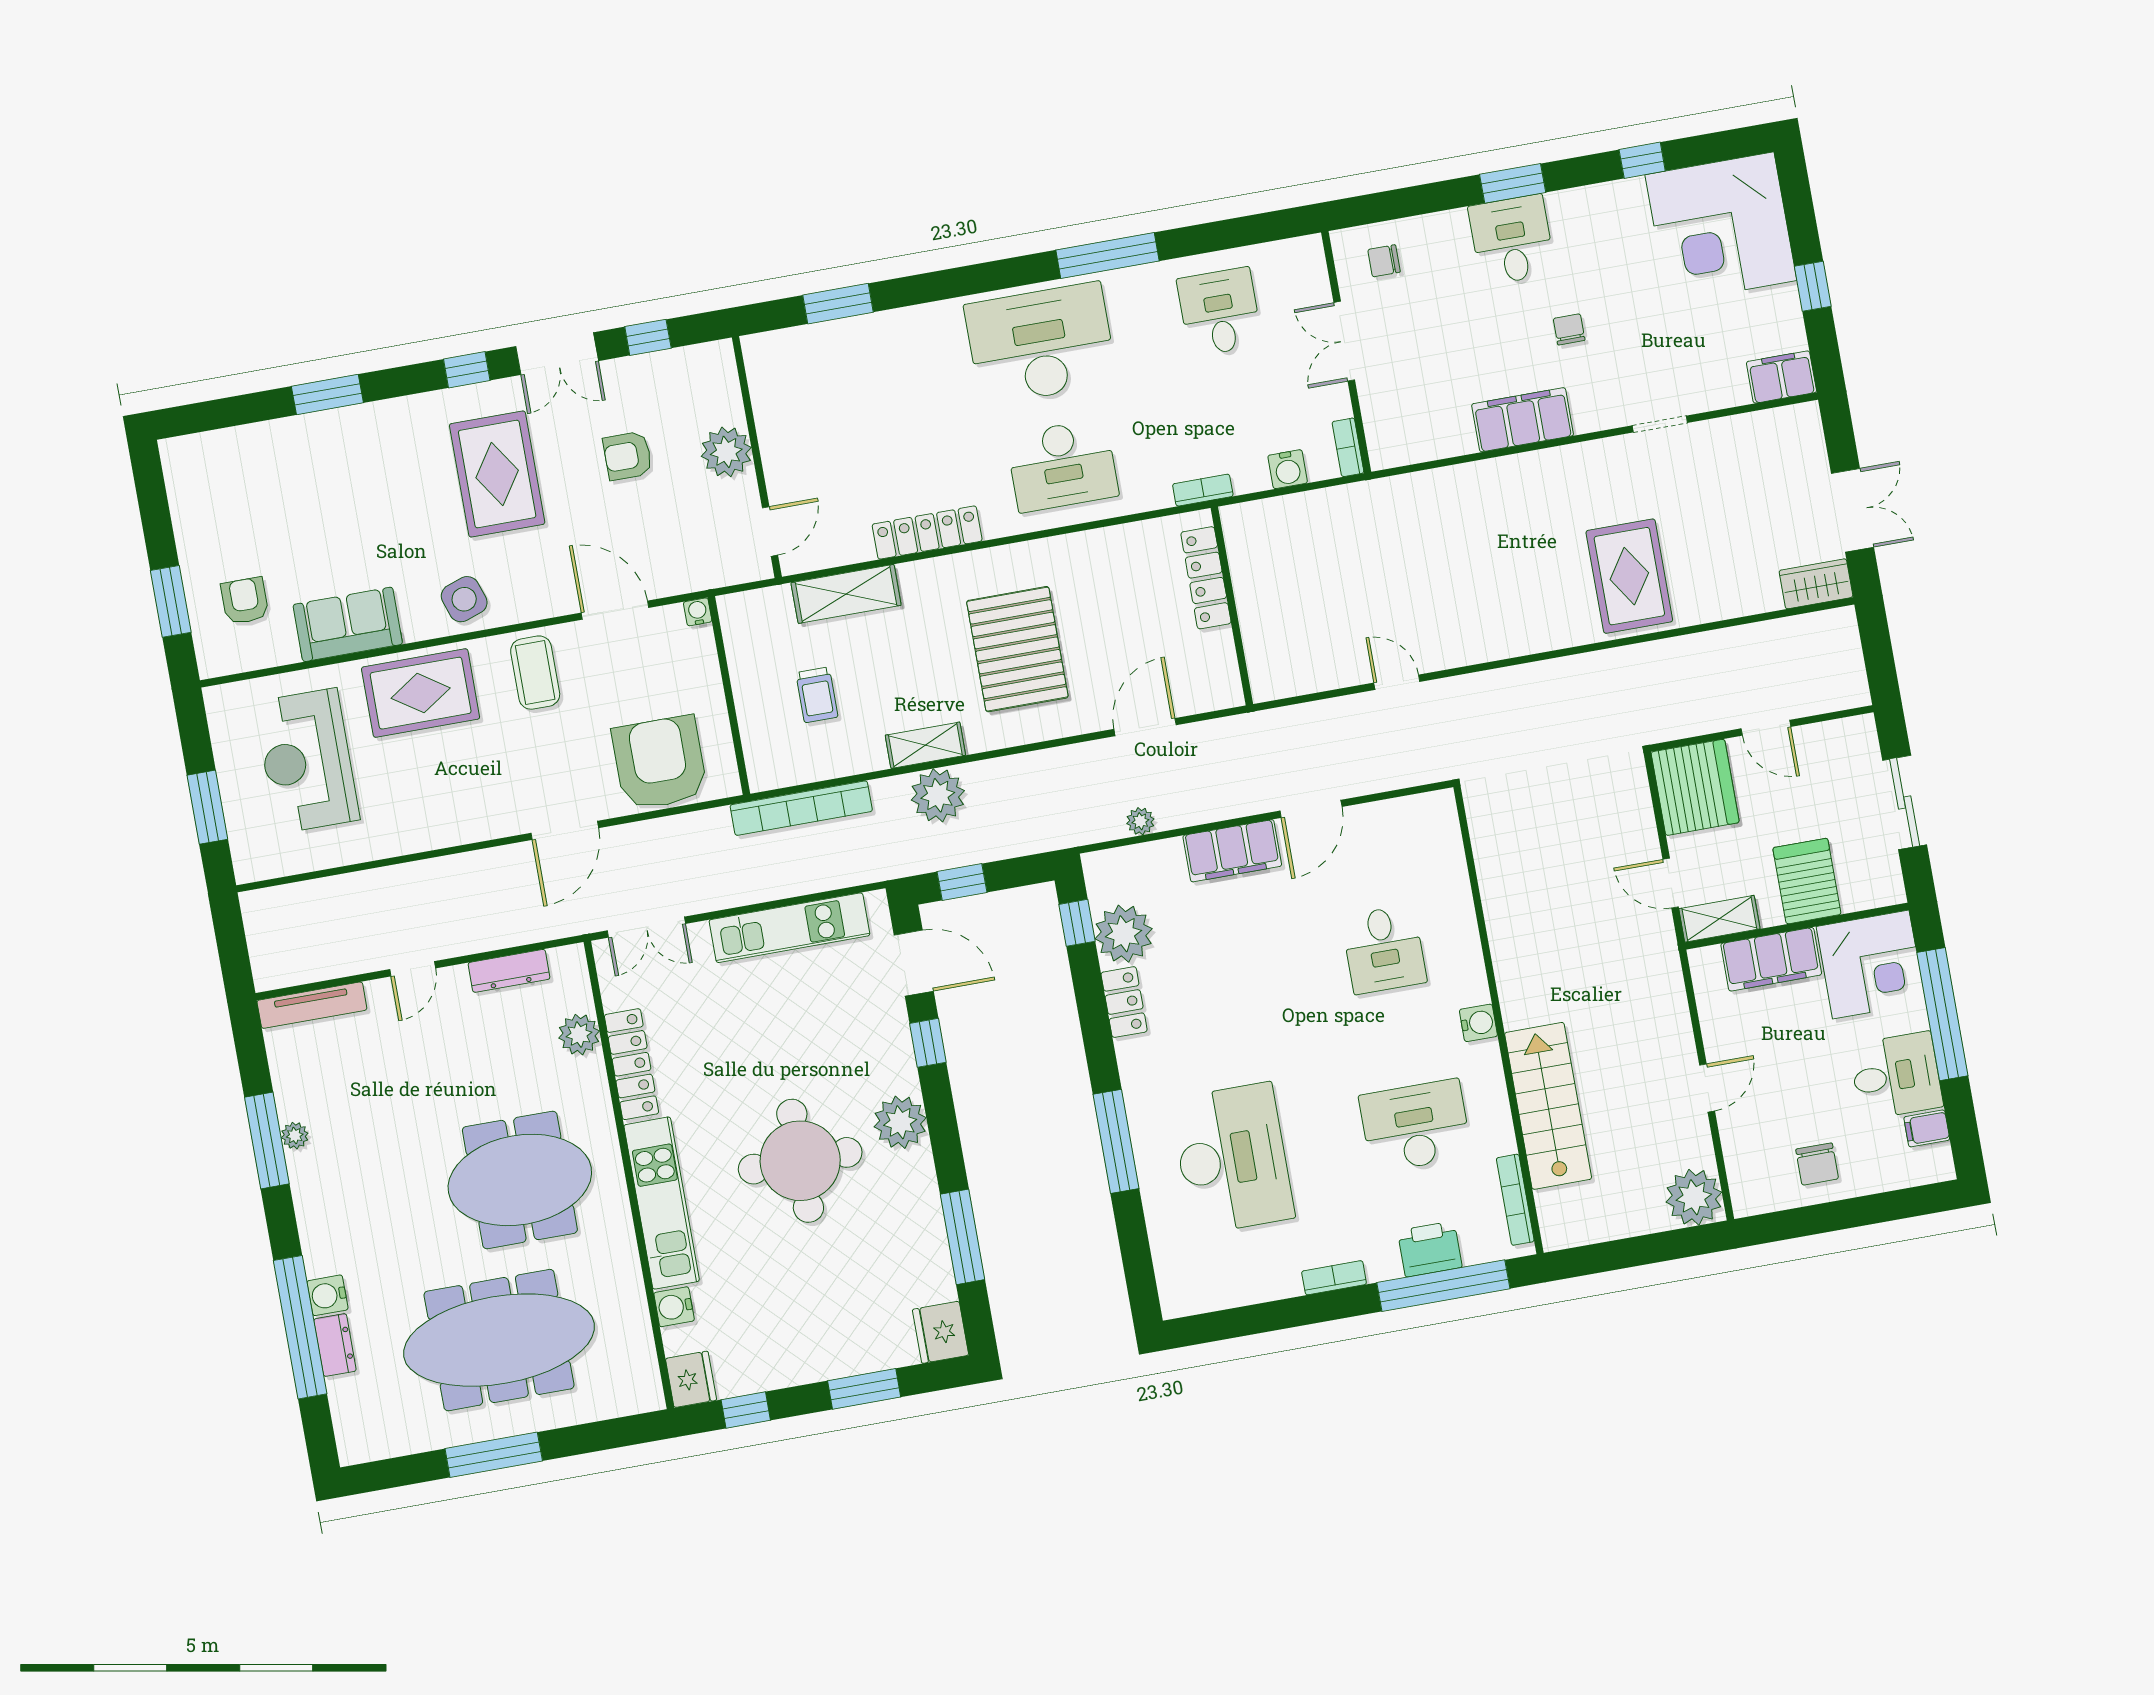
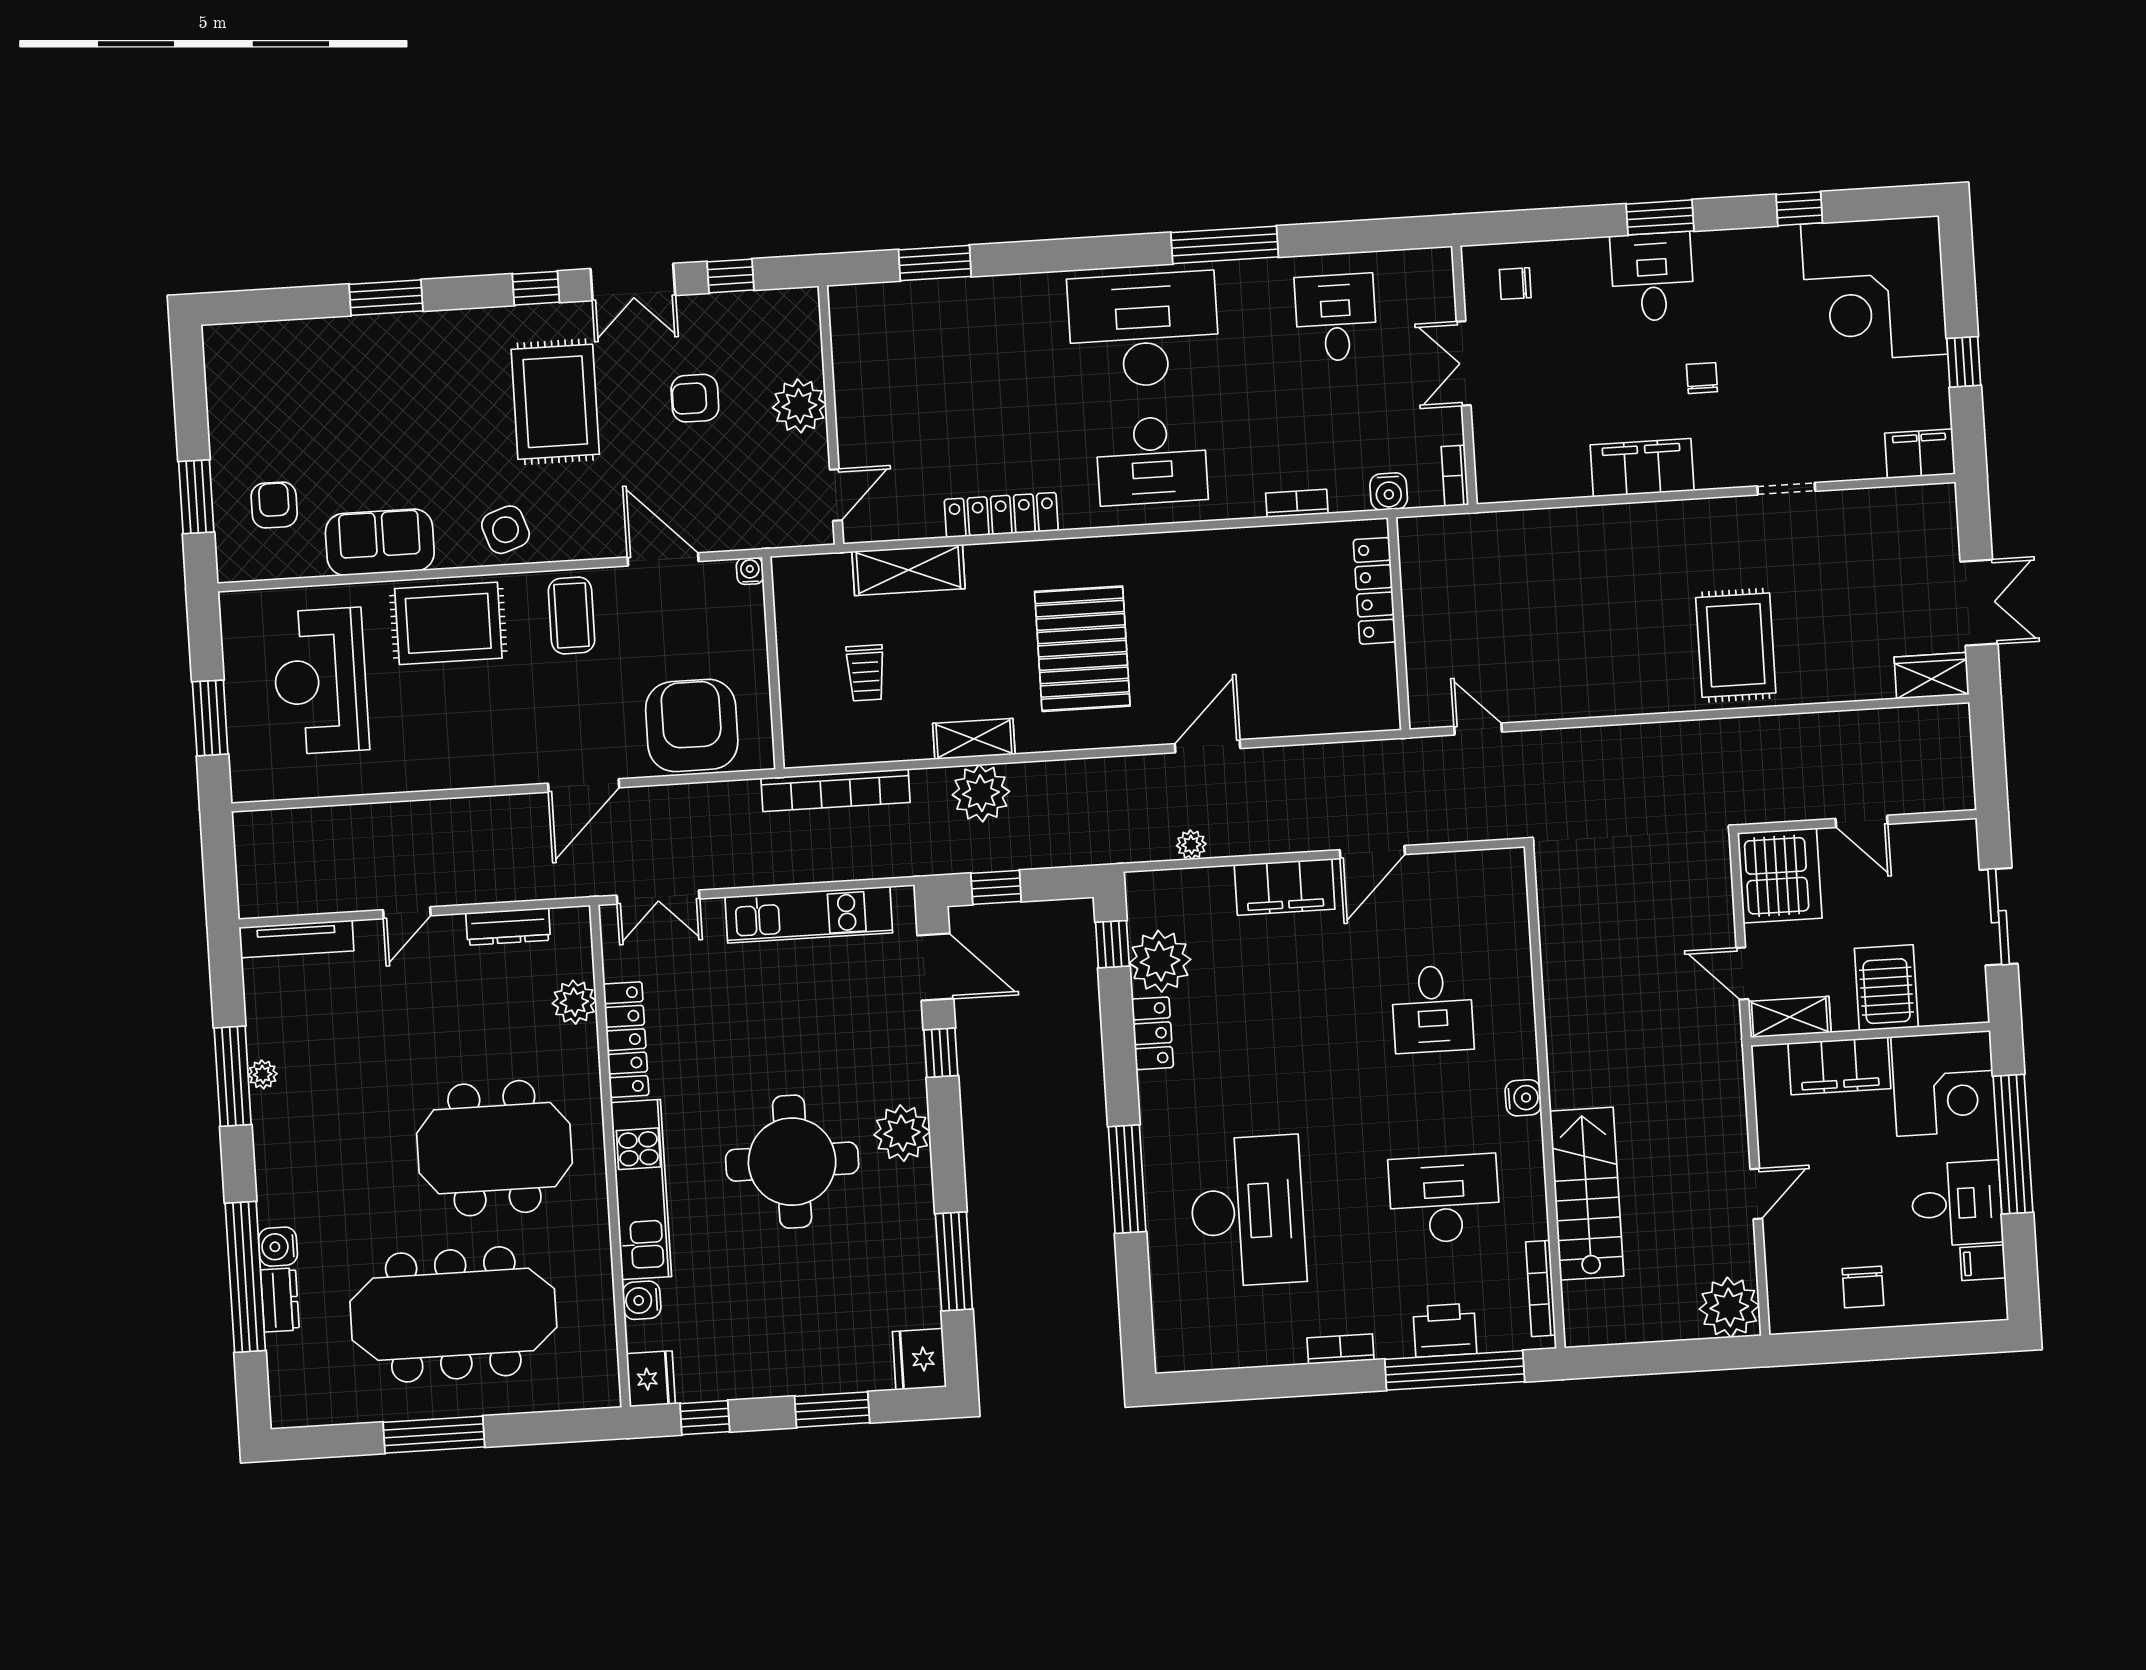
locker: (1206, 578) -> (1375, 591), moved
wall: (1232, 606) -> (1399, 624), moved

